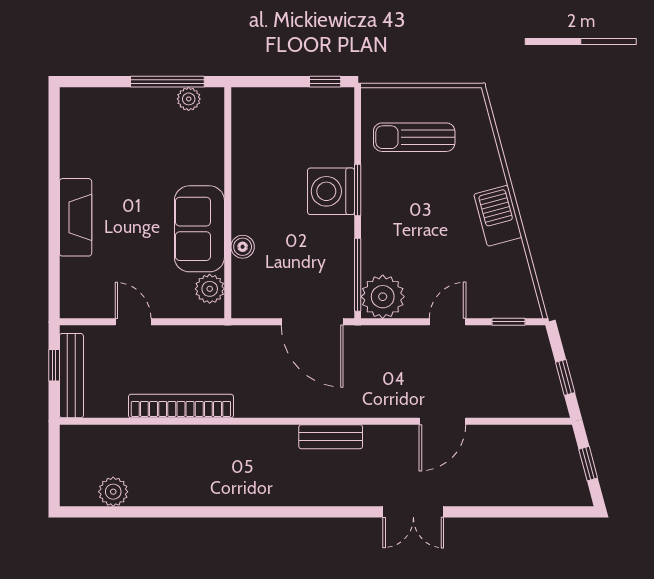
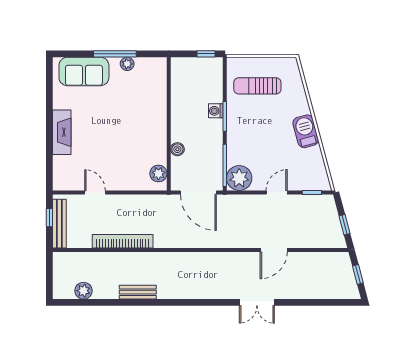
washing machine: (331, 191) -> (216, 111), width x0.53, depth x0.53
wall: (228, 203) -> (169, 124), moved
sofa: (199, 229) -> (84, 71), moved, turned -90
boiler: (243, 247) -> (177, 149), moved
plant: (210, 289) -> (158, 174), moved
bench: (331, 437) -> (138, 292), moved

